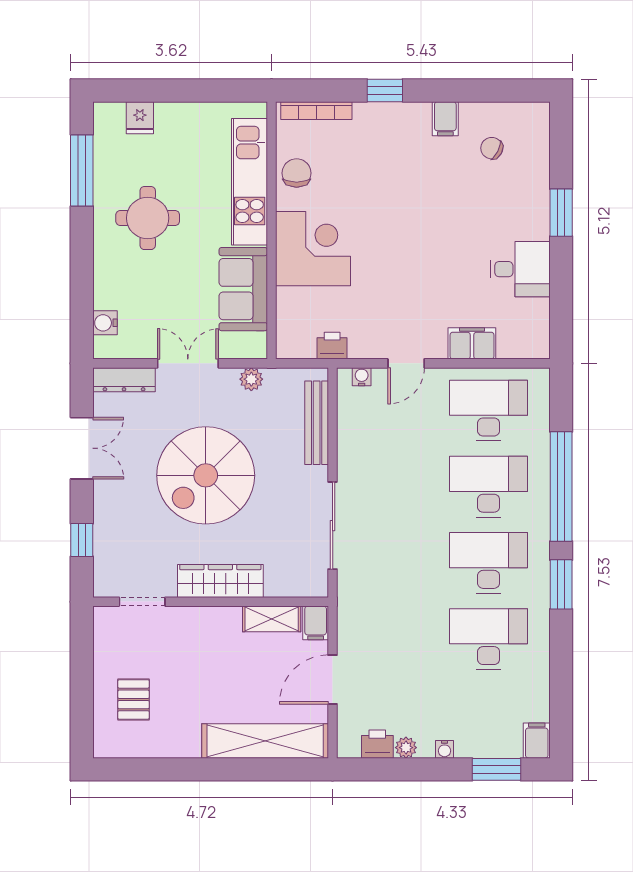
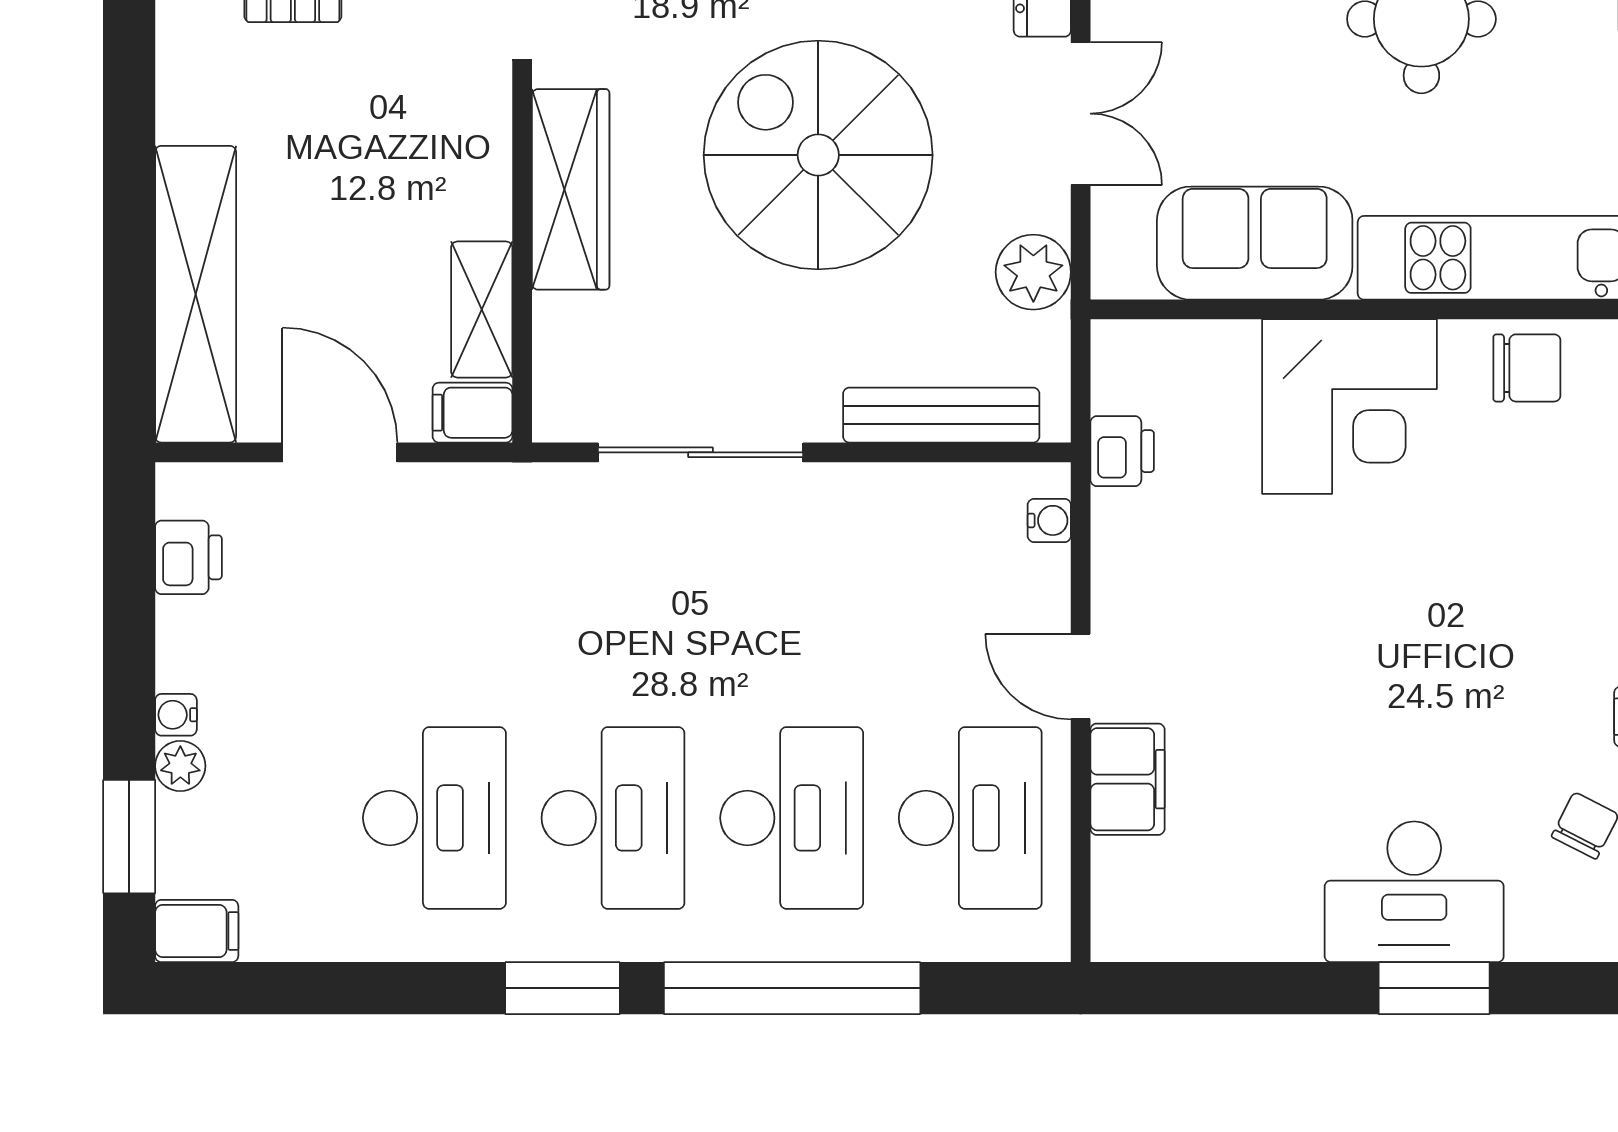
desk: (520, 269) -> (1414, 892), moved, width x1.37
door: (406, 363) -> (1081, 677), moved
plant: (251, 379) -> (1033, 272), width x1.38, depth x1.38
plant: (406, 748) -> (180, 766), moved

